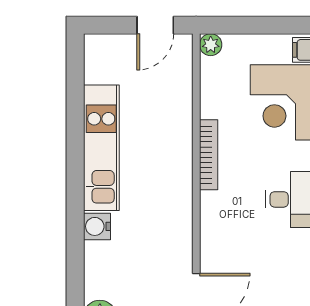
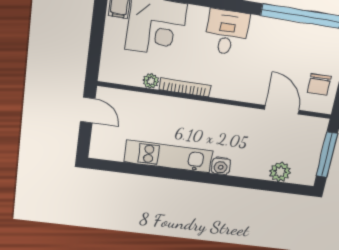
plant: (211, 45) -> (151, 81), moved

